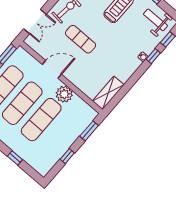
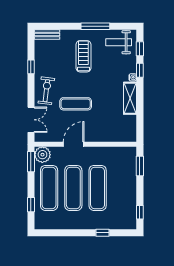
shelving: (108, 93) -> (130, 98), moved
plant: (64, 94) -> (42, 155), moved
window: (67, 156) -> (140, 212), moved

